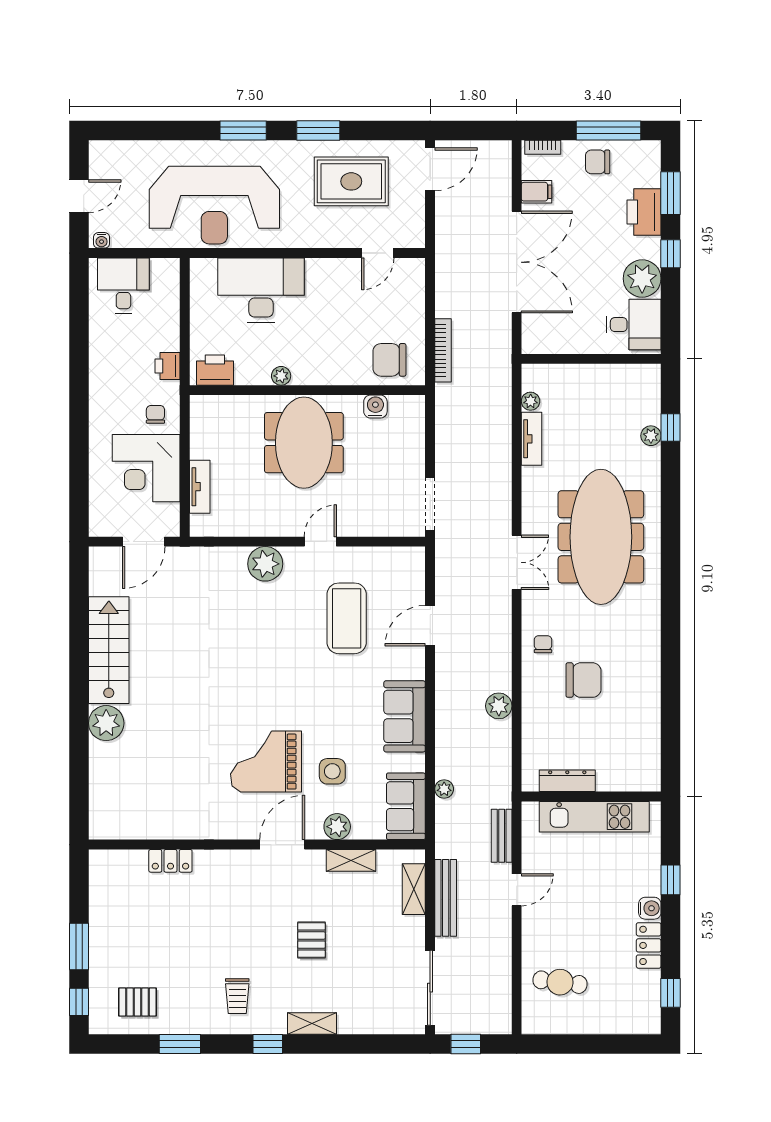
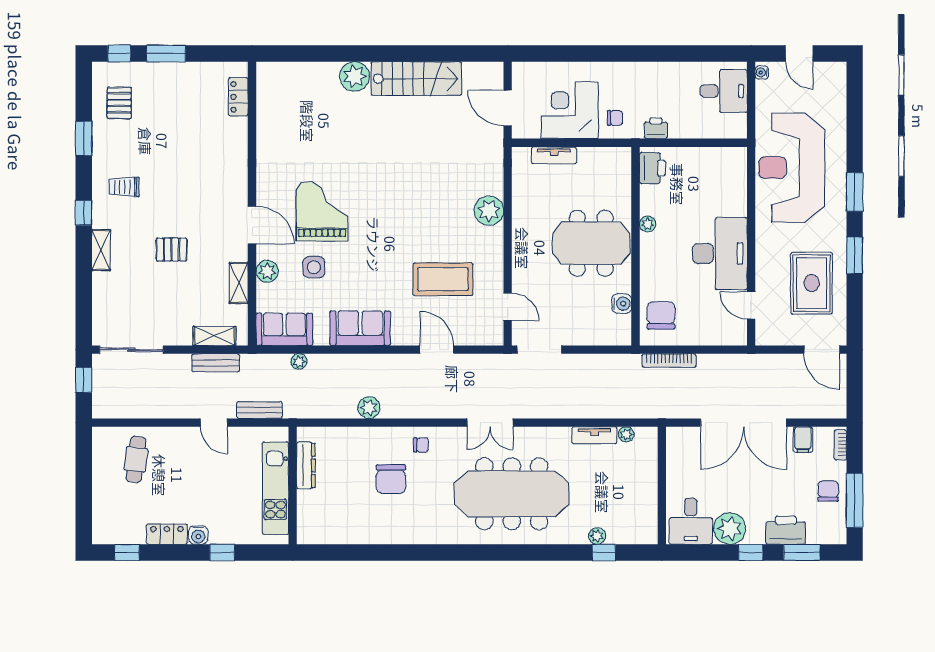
desk: (261, 290) -> (720, 254), moved
door: (320, 542) -> (508, 307), moved
locker: (170, 861) -> (238, 97), moved
bench: (446, 898) -> (216, 363), width x0.73

